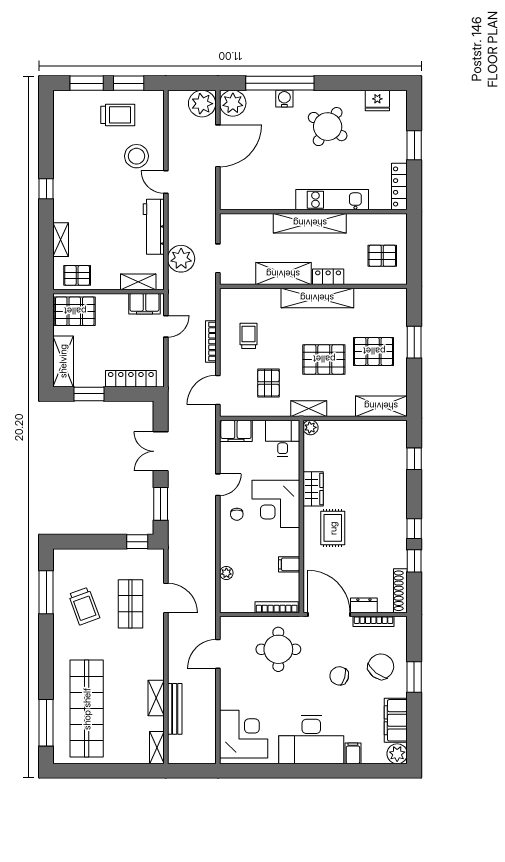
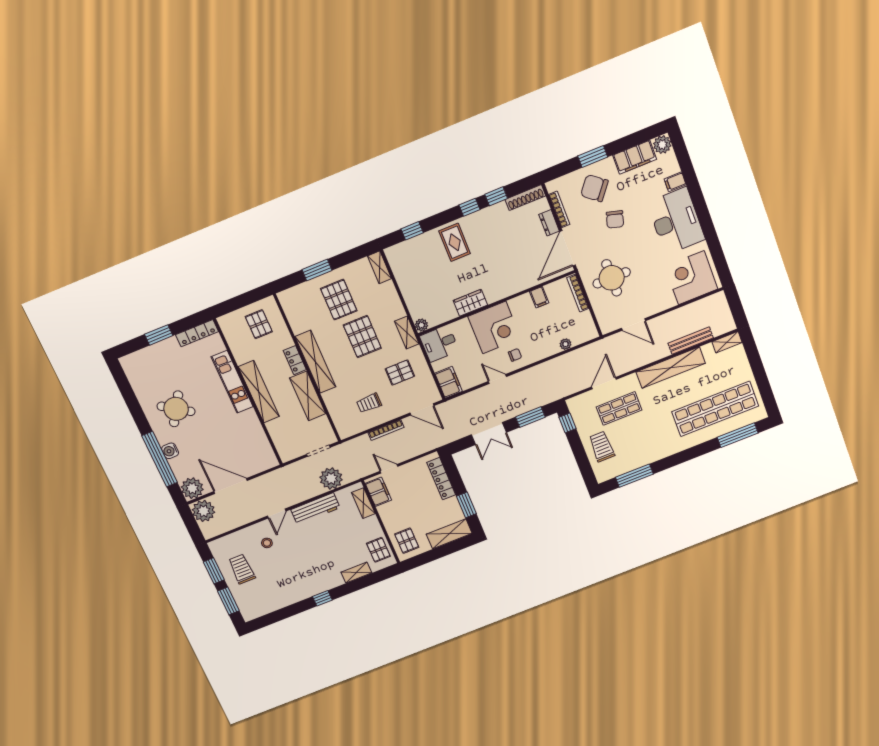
fridge: (377, 100) -> (137, 379), removed
stool: (136, 156) -> (267, 543), width x0.53, depth x0.53
pallet: (75, 311) -> (407, 541), width x0.67, depth x0.71
shelving: (381, 406) -> (380, 267), width x0.67, depth x0.75
rug: (333, 528) -> (455, 242), moved, turned 90
trolley: (84, 606) -> (602, 447), moved, turned -70
shelving: (156, 698) -> (671, 368), width x2.20, depth x1.33

